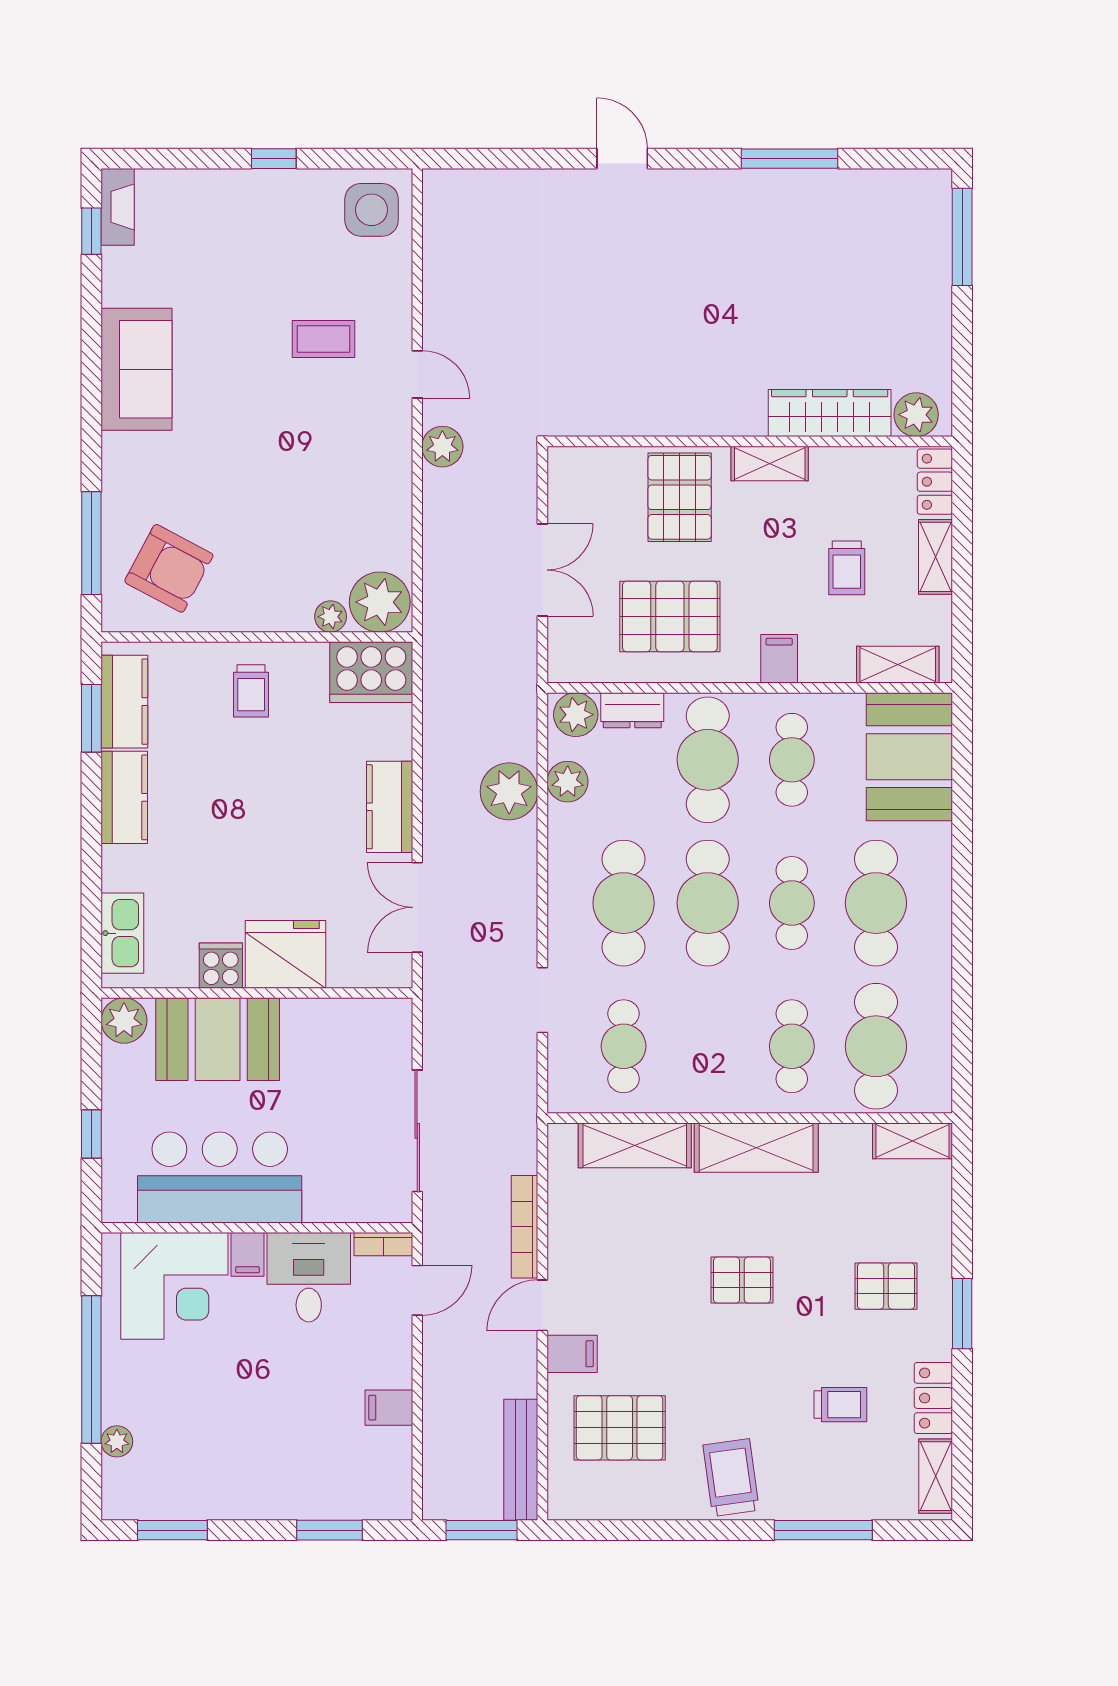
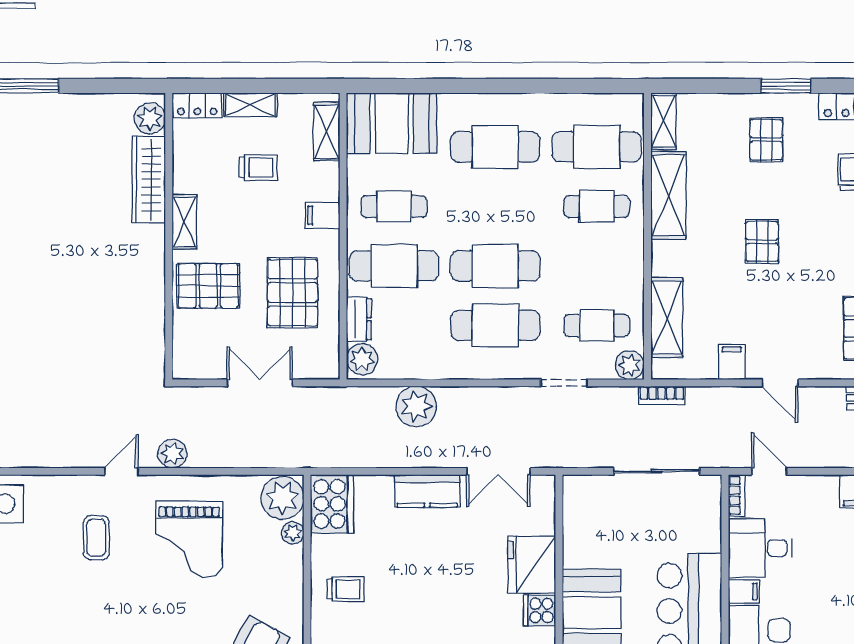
grand piano: (321, 470) -> (189, 540), added
plant: (568, 782) -> (630, 365), moved
cafe table: (792, 903) -> (495, 206), removed
shelving: (756, 1148) -> (668, 195), moved
bookcase: (525, 1227) -> (662, 395), moved, width x0.64
filing cabinet: (572, 1354) -> (732, 362), moved

